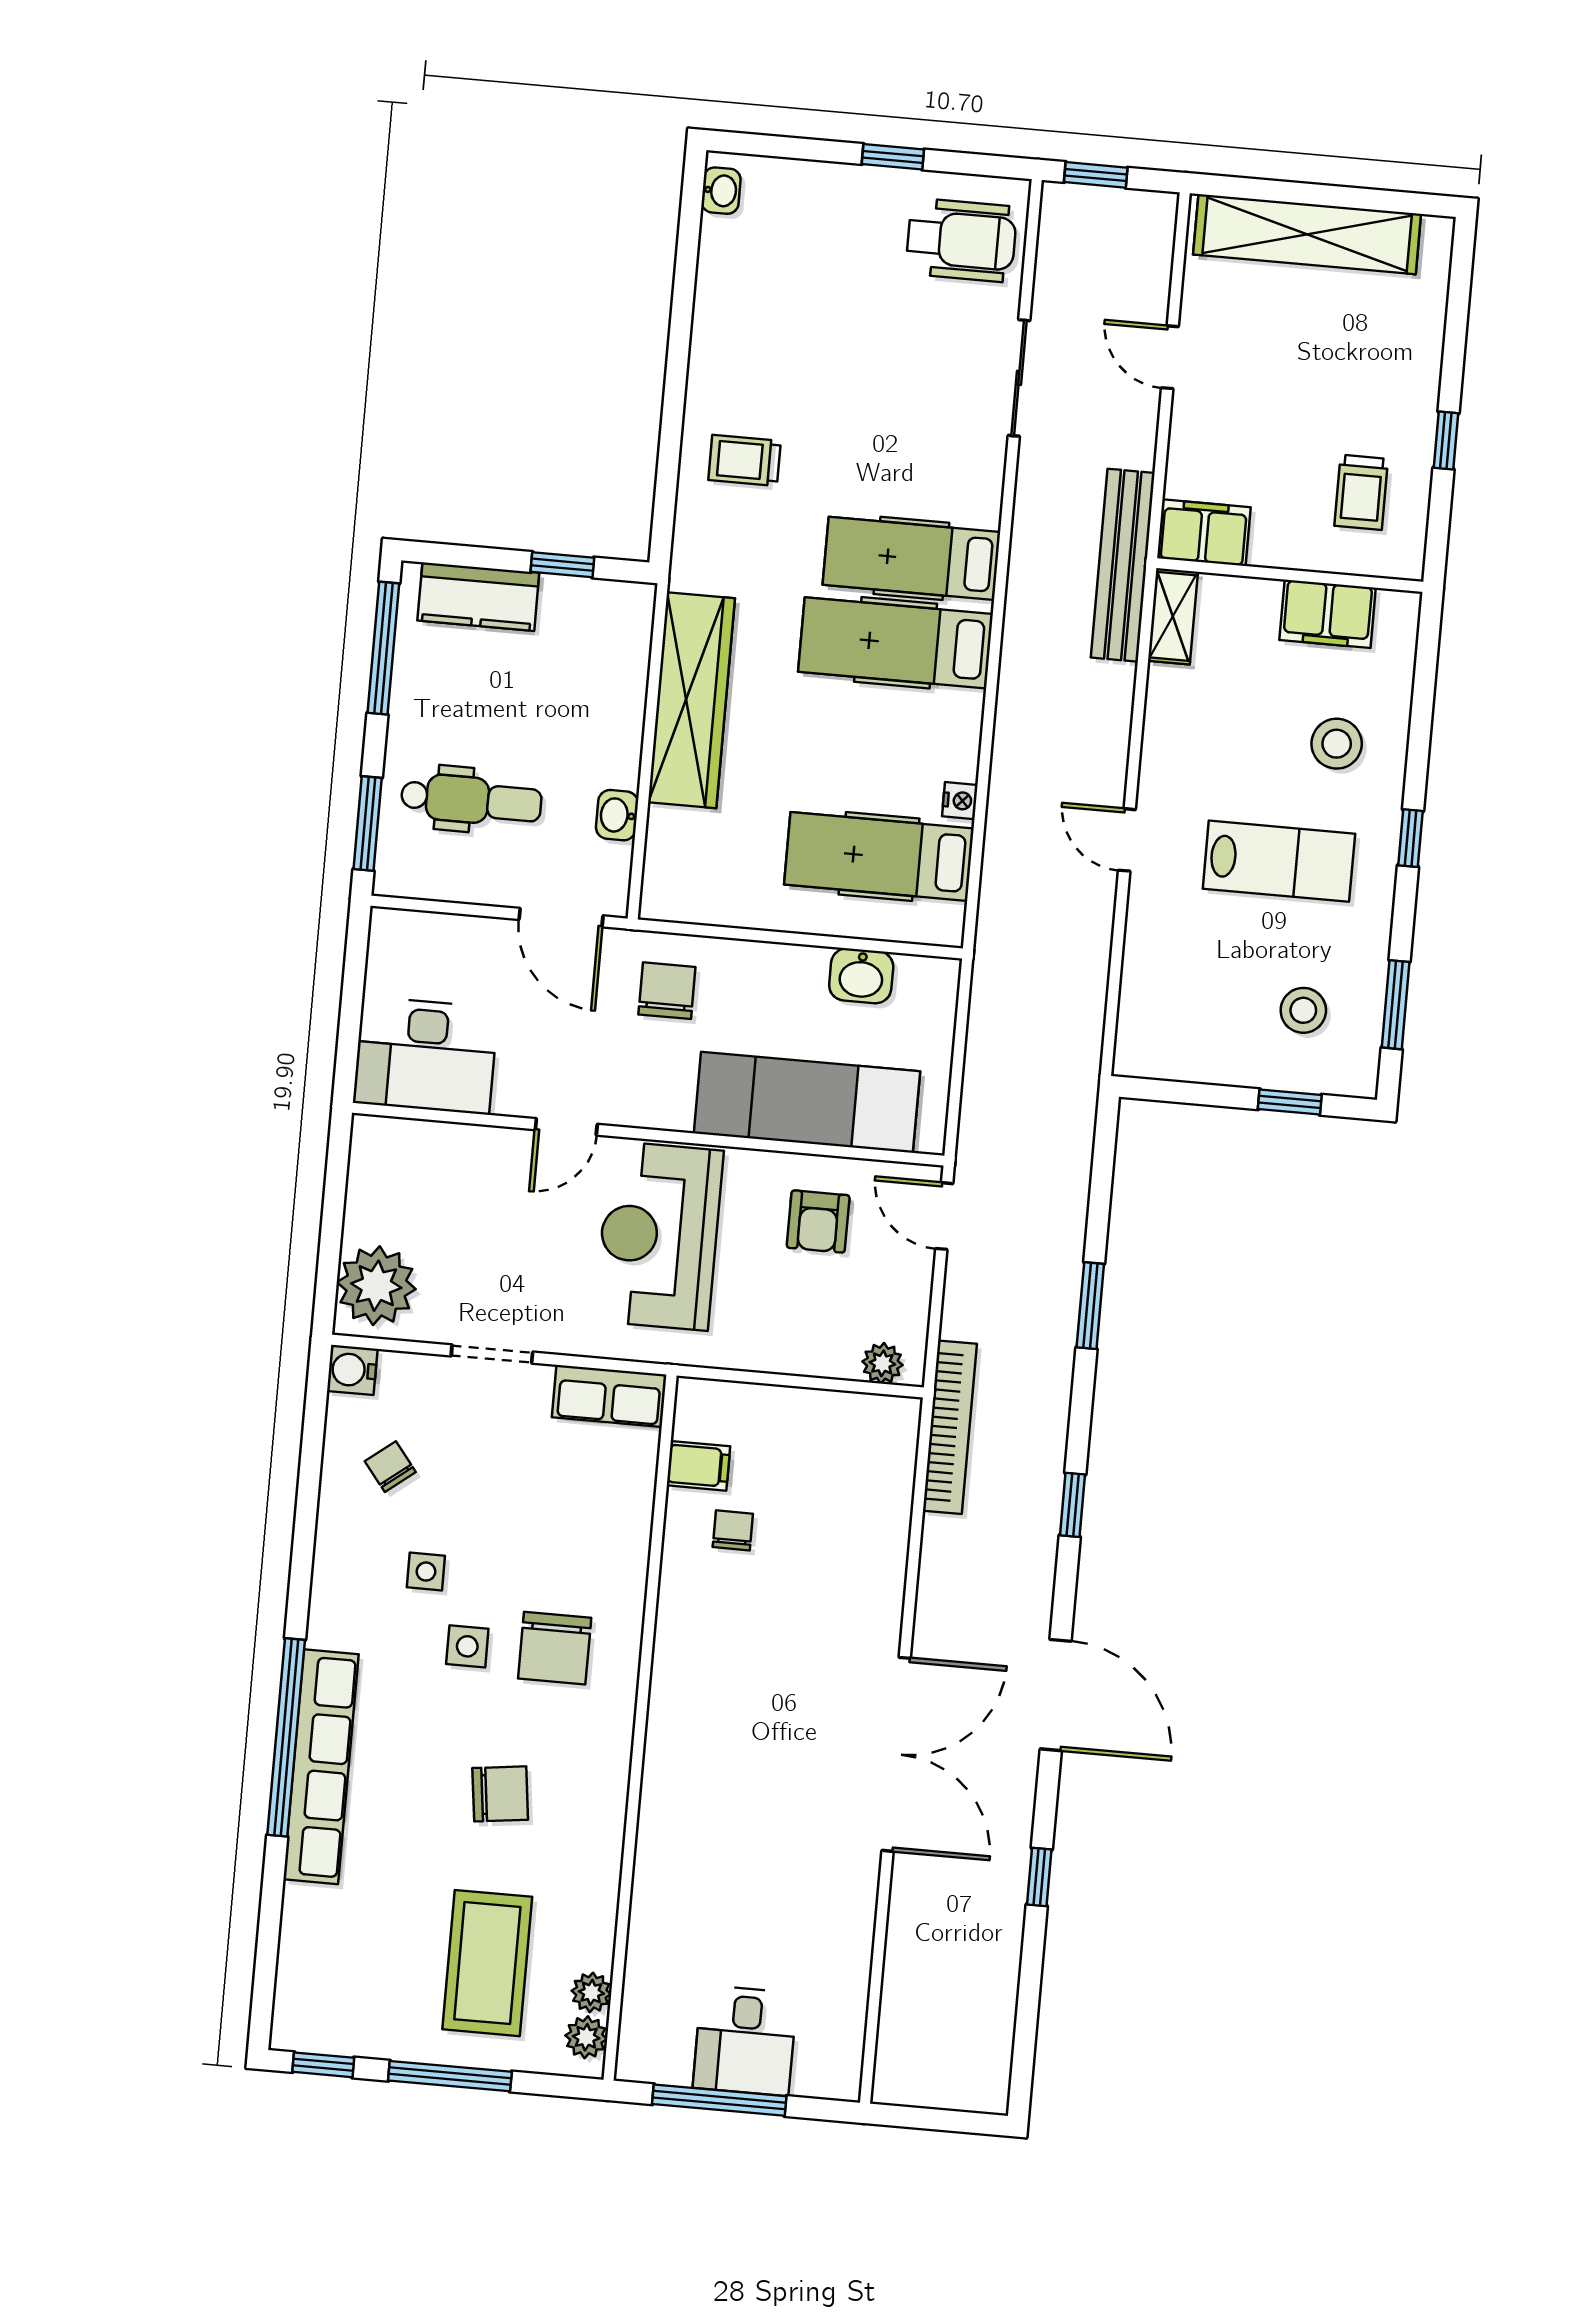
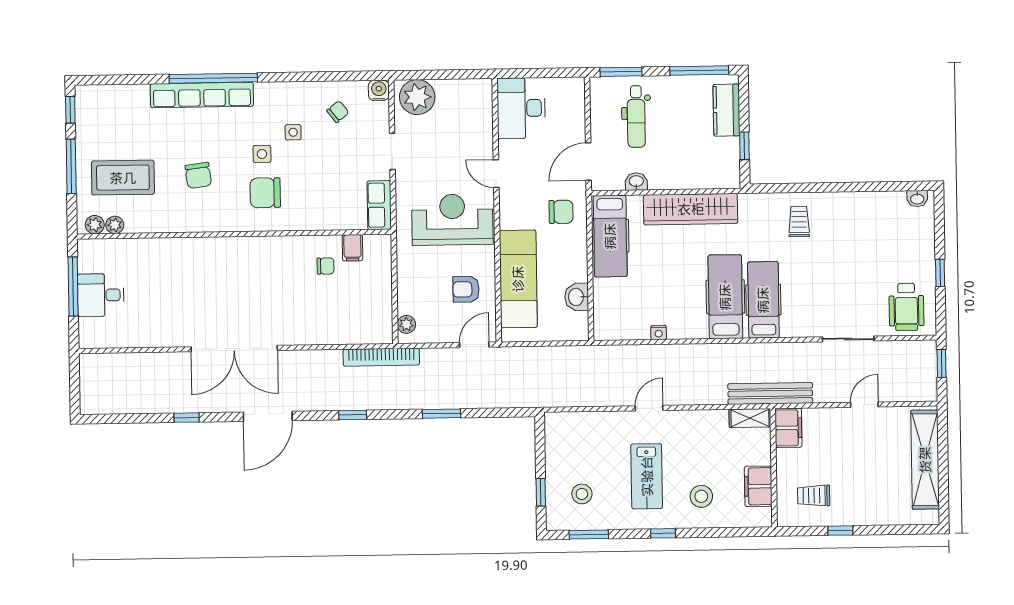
hospital bed: (879, 857) -> (610, 236), moved, turned 180

